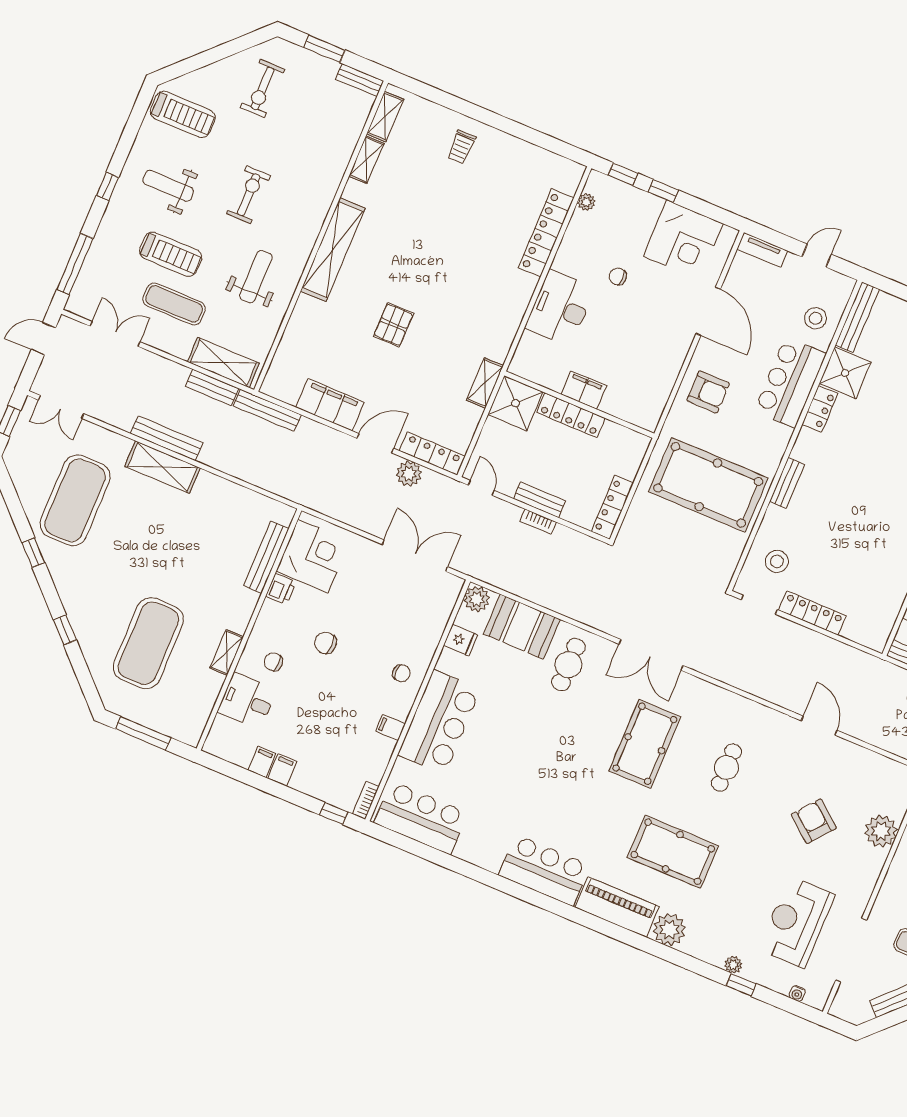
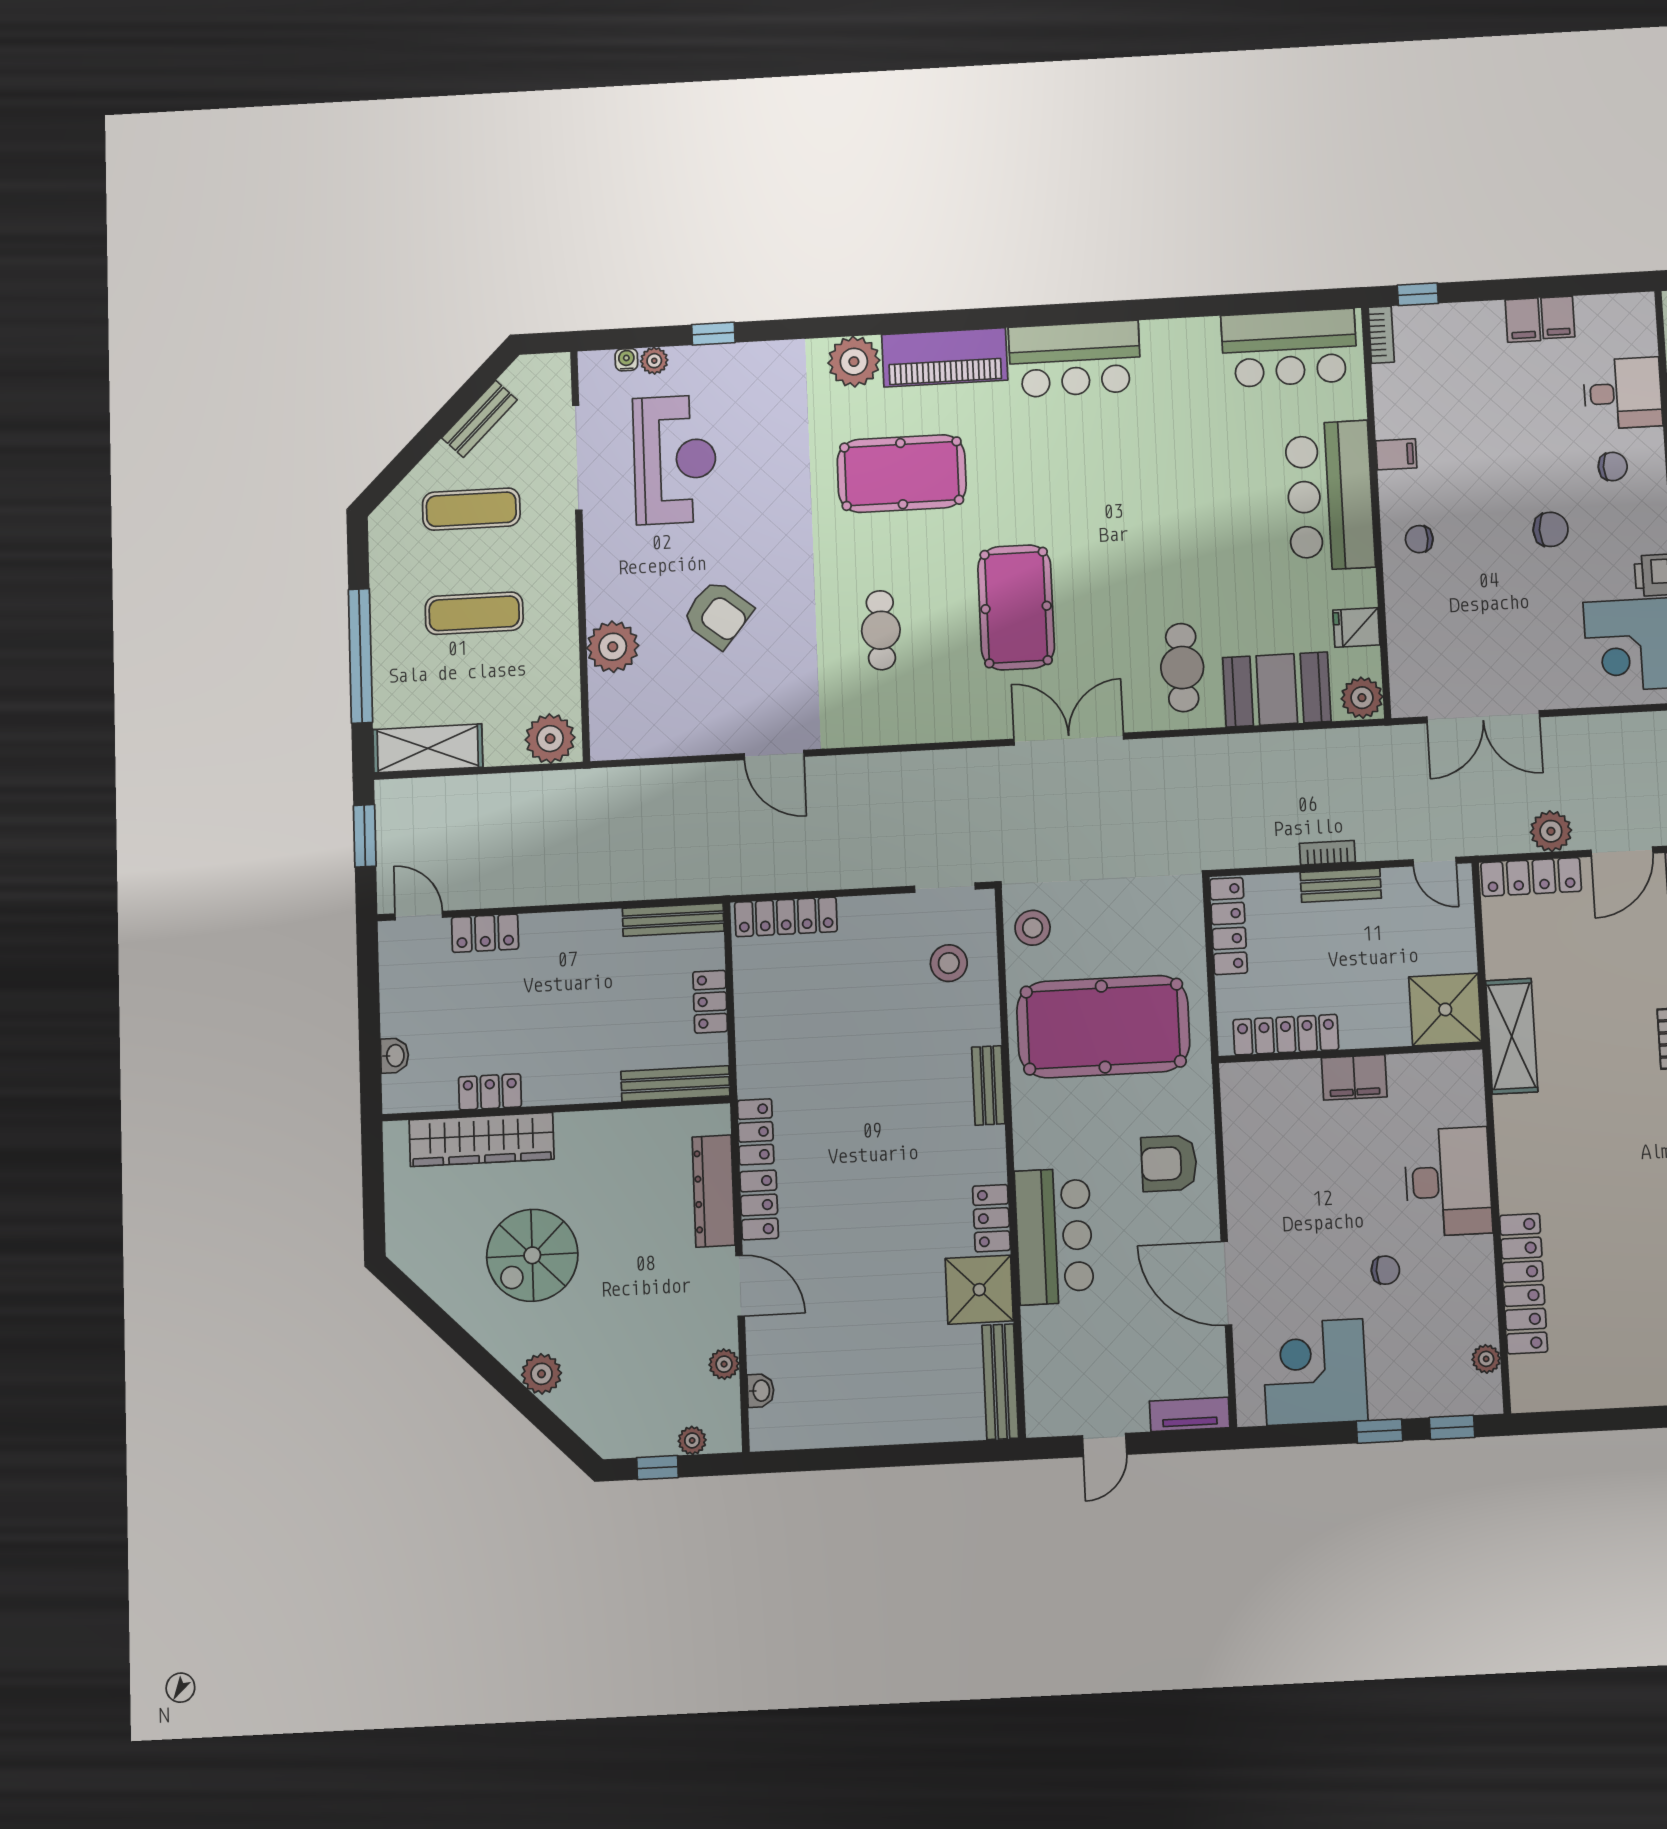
stool: (816, 318) -> (1033, 928), moved
shelving: (485, 383) -> (1512, 1036), width x1.50, depth x1.33
locker: (571, 415) -> (1286, 1035), moved
locker: (812, 613) -> (786, 917), moved
plant: (733, 965) -> (654, 361), moved

